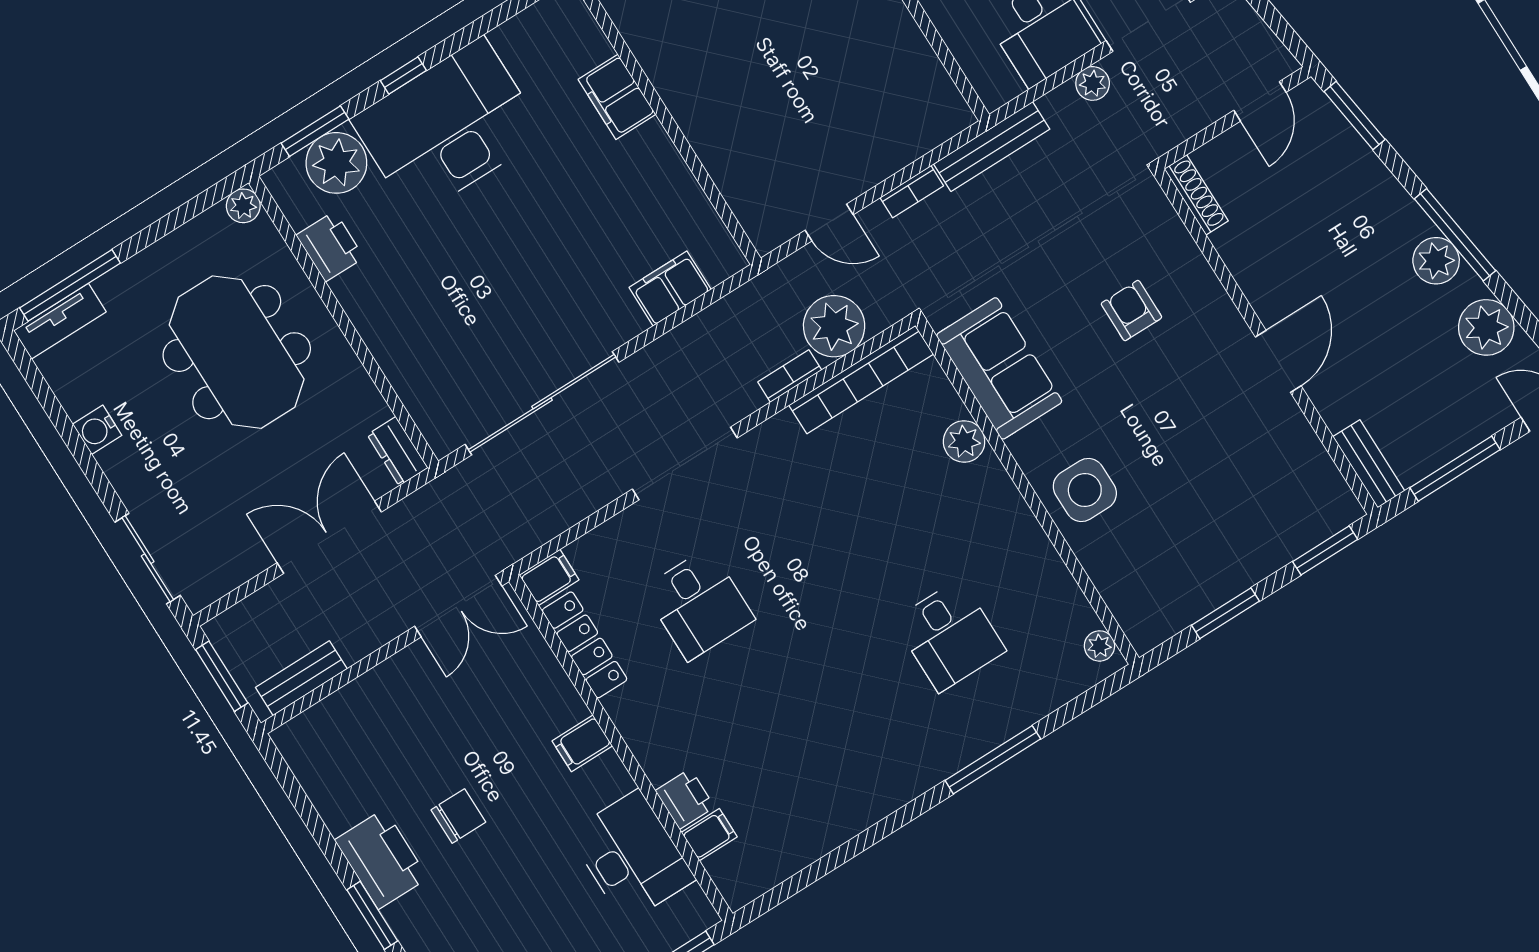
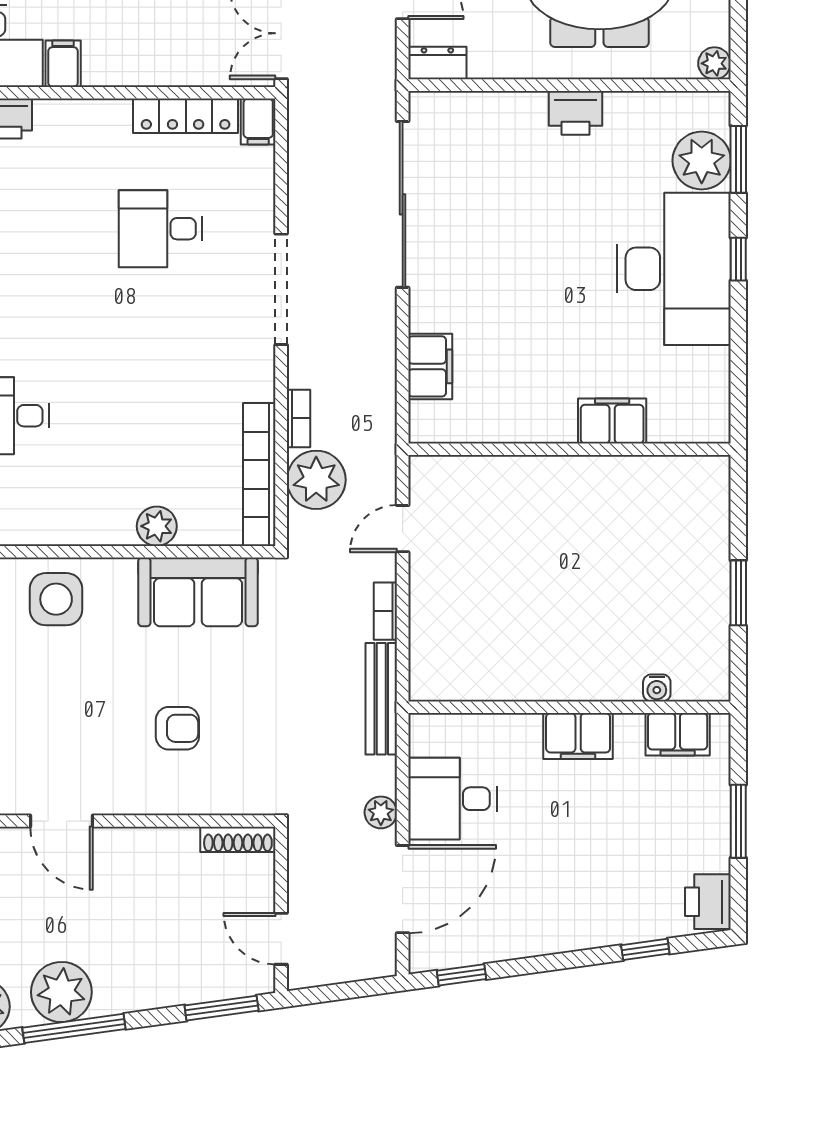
printer: (330, 246) -> (575, 113), moved
plant: (1436, 261) -> (61, 992), width x1.36, depth x1.36
filing cabinet: (582, 743) -> (63, 64), moved

